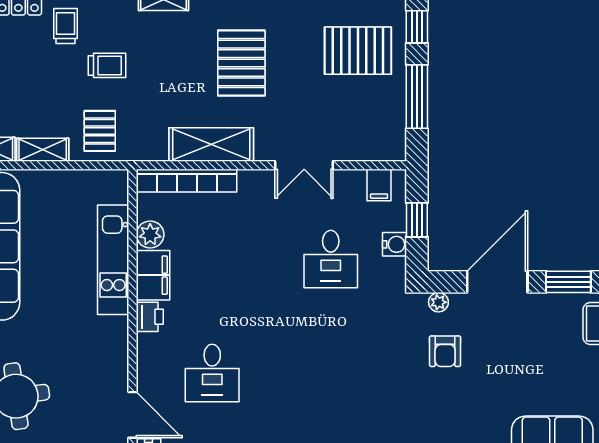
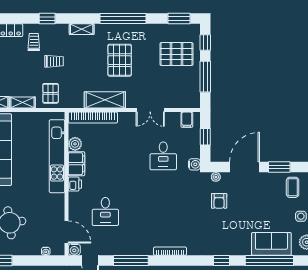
water cooler: (395, 244) -> (194, 164), moved
kitchen unit: (113, 260) -> (57, 156), width x1.36

